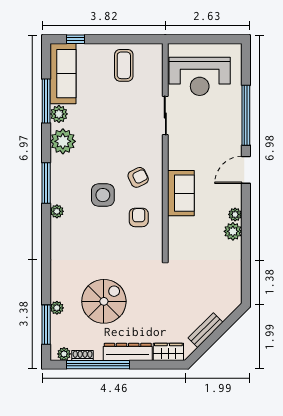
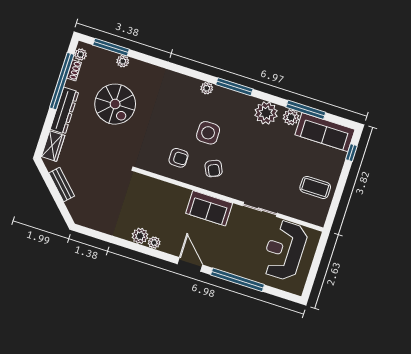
sofa: (181, 193) -> (209, 208), moved

